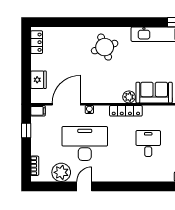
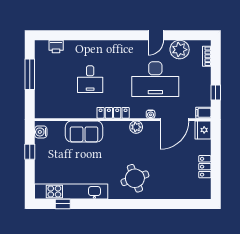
locker: (37, 42) -> (205, 167), moved
fridge: (38, 80) -> (203, 130), moved
plant: (129, 97) -> (136, 127), moved

